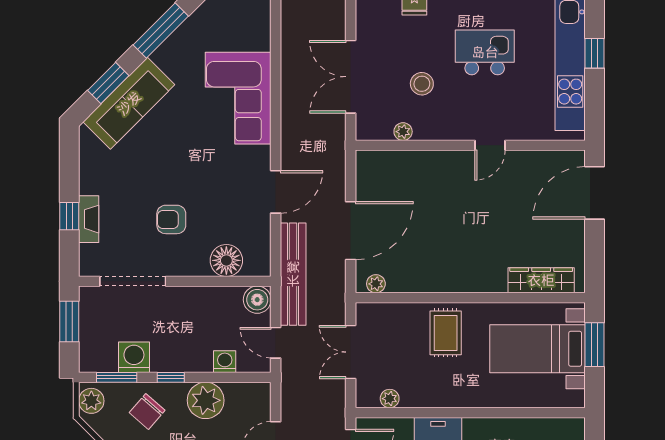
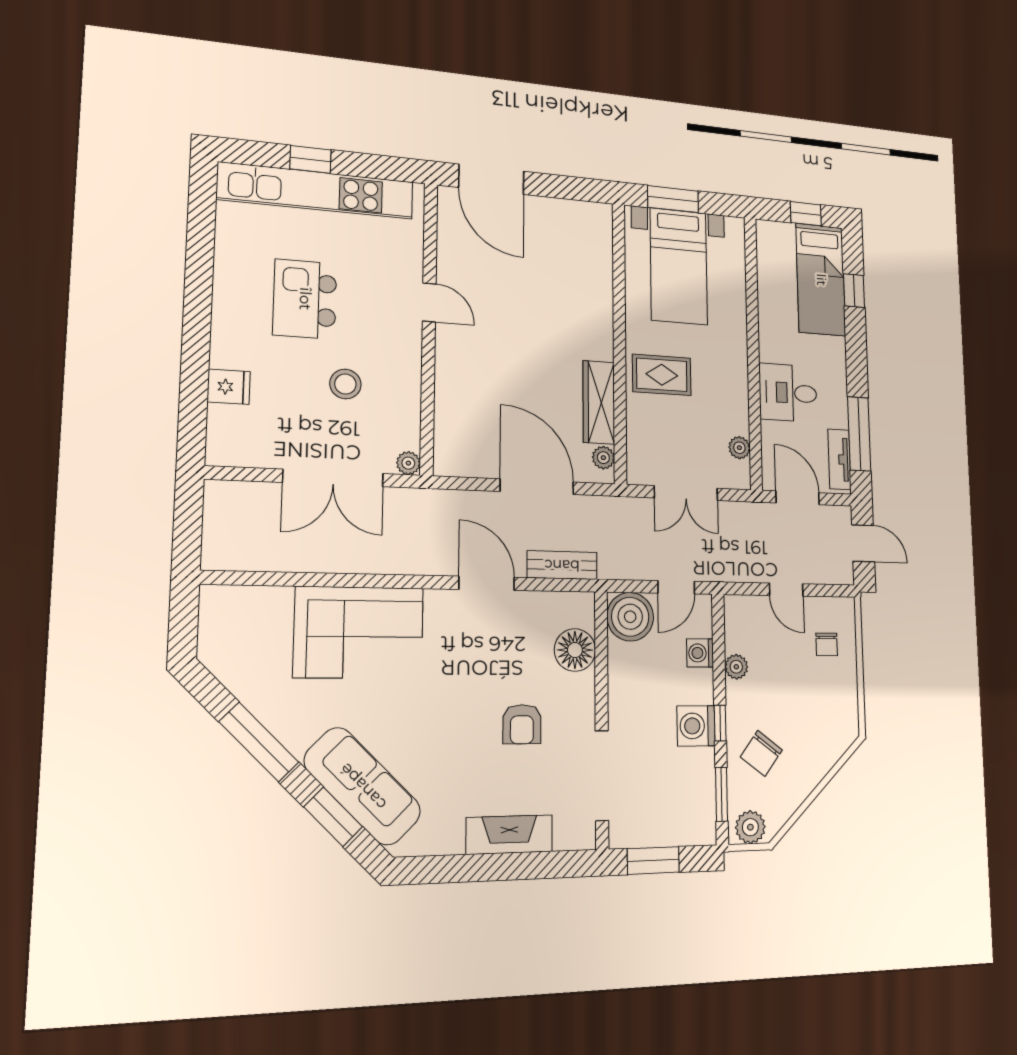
plant: (403, 132) -> (408, 463), moved
window: (69, 216) -> (517, 866), removed
fireplace: (89, 219) -> (509, 835), width x1.37, depth x1.32
bench: (293, 274) -> (562, 565), width x0.54, depth x0.82
wardrobe: (541, 280) -> (599, 402), moved
boiler: (257, 300) -> (630, 617), width x1.37, depth x1.37
washing machine: (134, 357) -> (696, 726), moved
plant: (206, 400) -> (736, 667), width x0.53, depth x0.53
chair: (147, 411) -> (761, 753), turned 86

